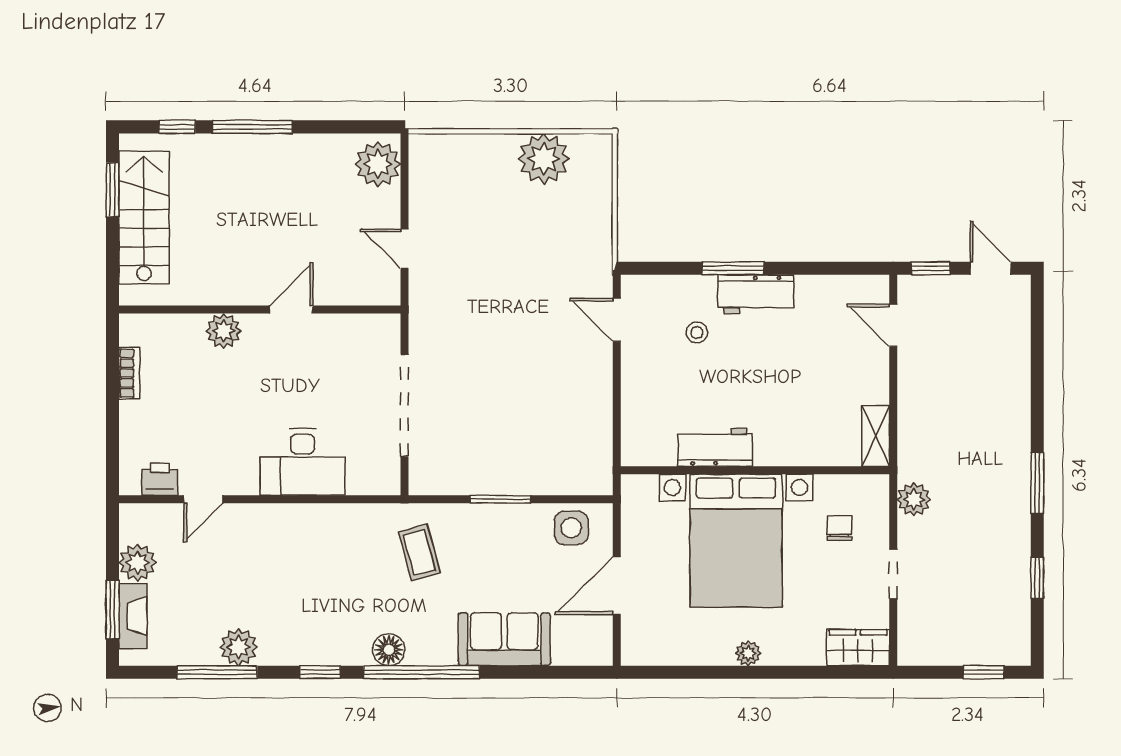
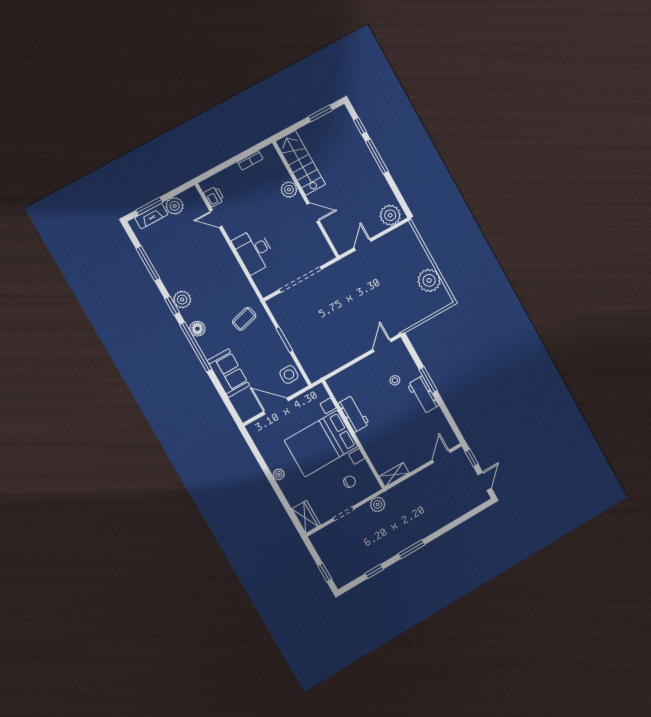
stairs: (144, 218) -> (300, 163), moved, turned -90
plant: (239, 647) -> (182, 300), moved

